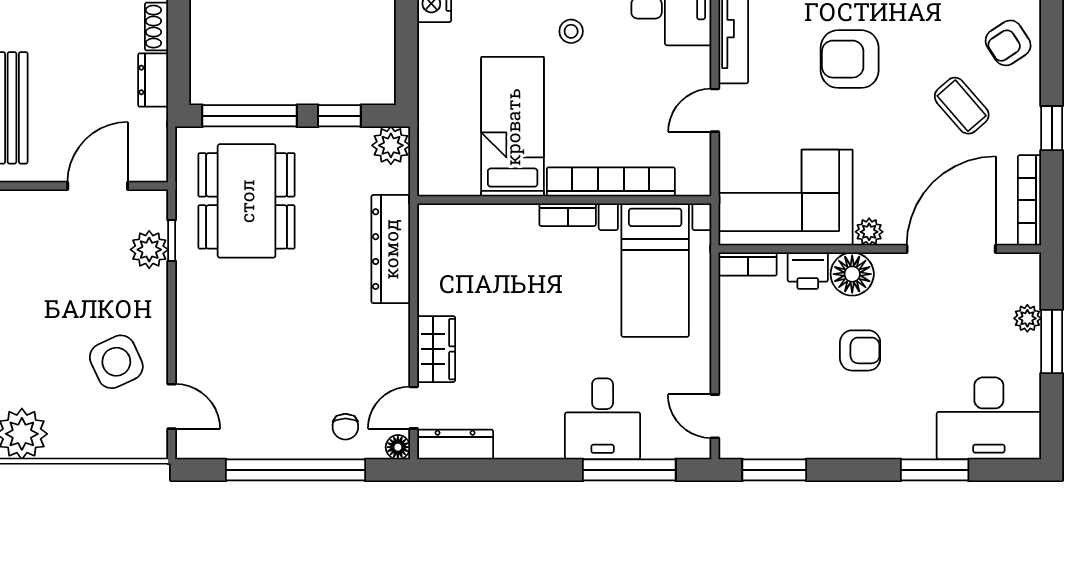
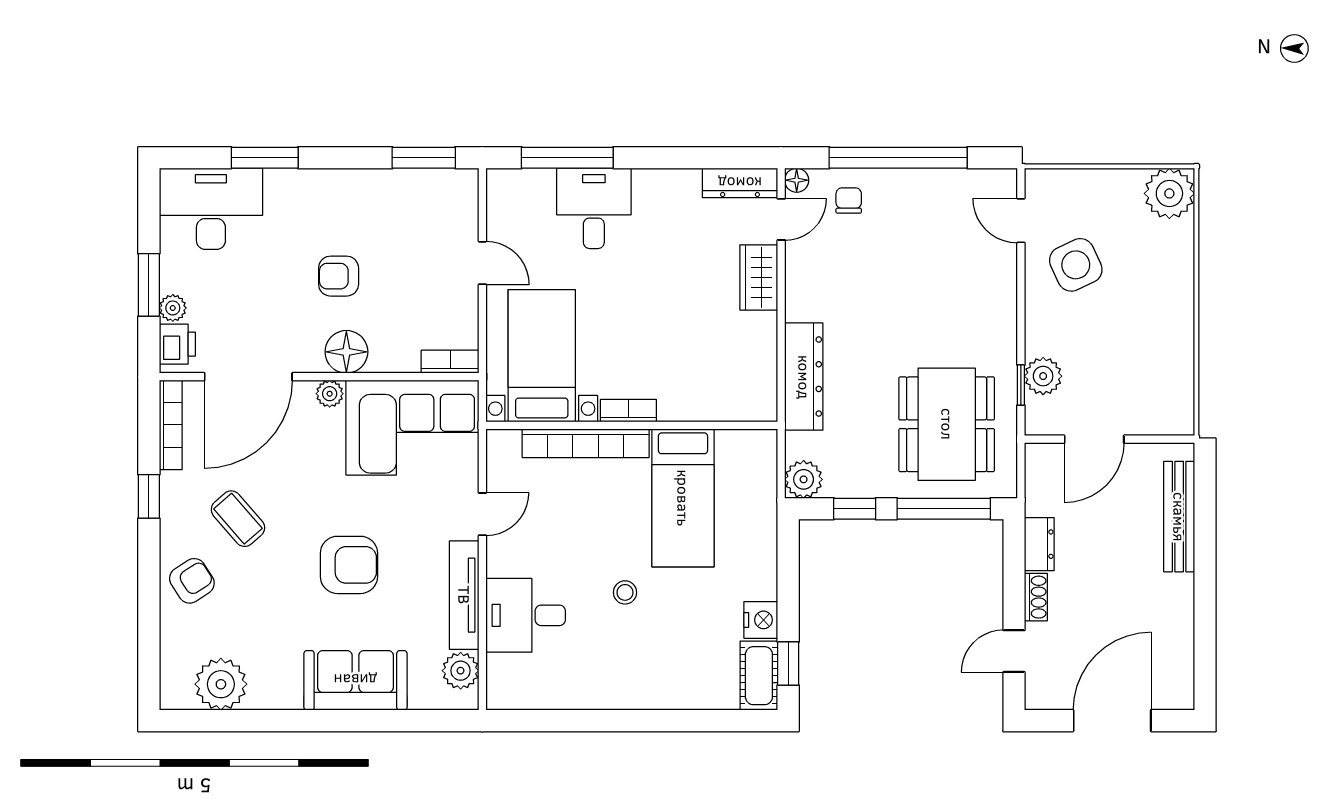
printer: (808, 271) -> (177, 344), moved, turned 90
door: (715, 416) -> (482, 263), moved

